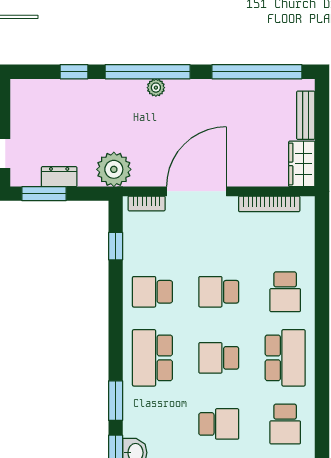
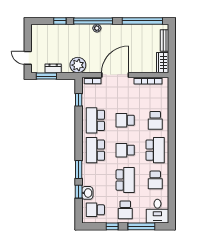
school desk: (152, 292) -> (95, 120), width x1.85
school desk: (219, 424) -> (125, 180), width x1.85

